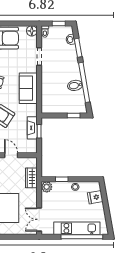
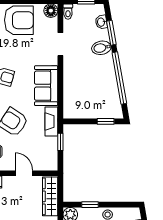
bidet: (75, 85) -> (101, 48), moved
fireplace: (32, 128) -> (51, 121), moved
wardrobe: (31, 178) -> (50, 196), width x1.50

